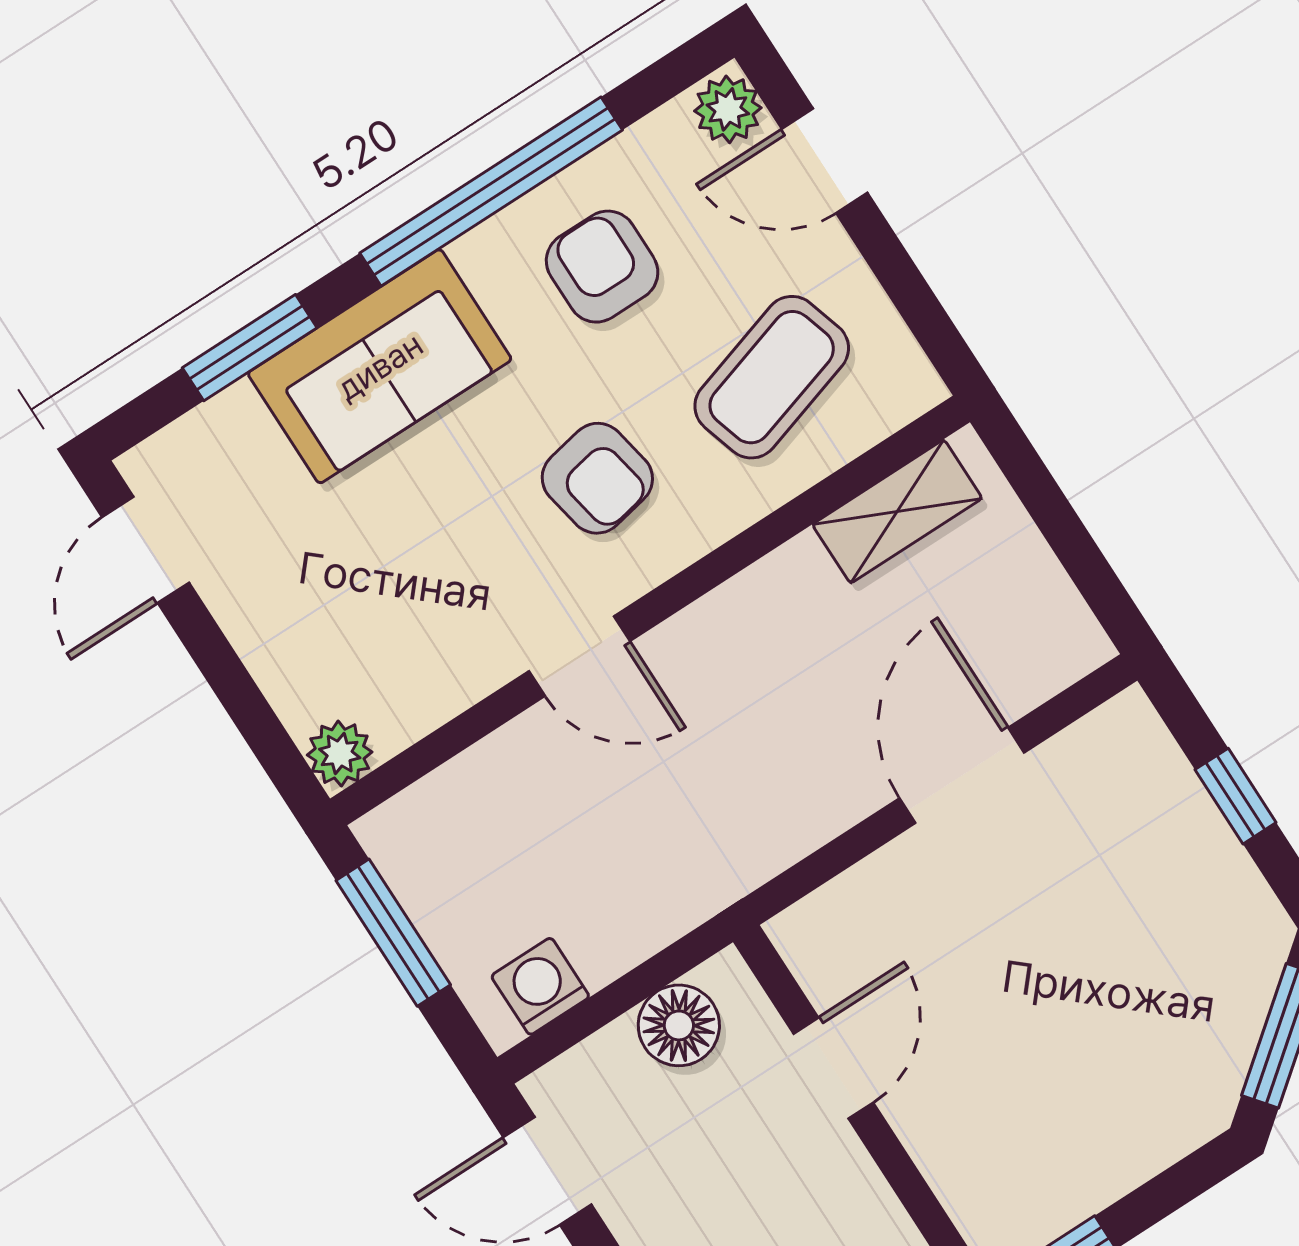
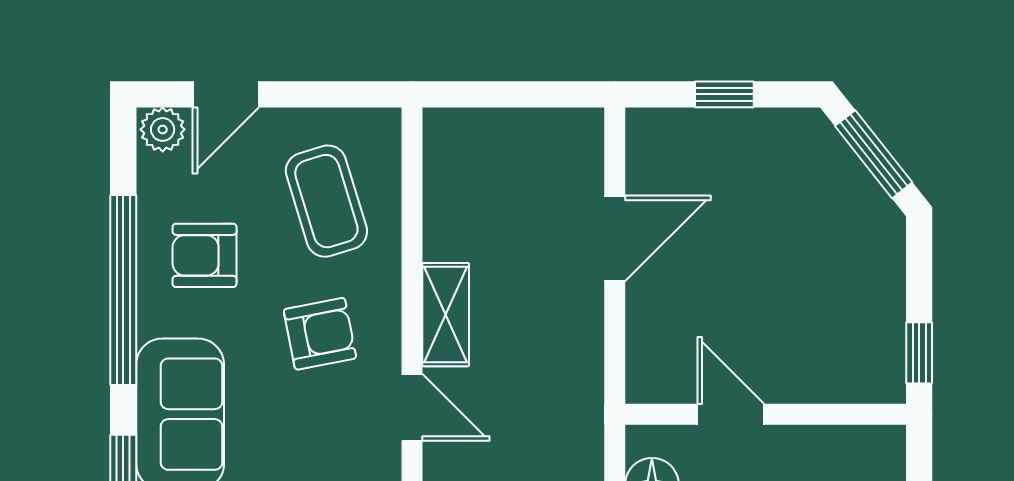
shelving: (897, 511) -> (446, 315), moved
door: (579, 656) -> (412, 407), hinge flipped
door: (962, 775) -> (615, 238), swing flipped

